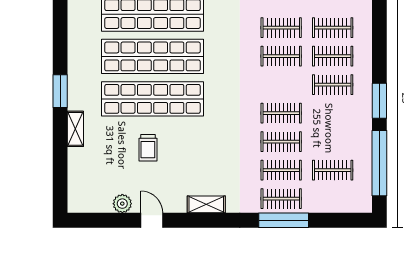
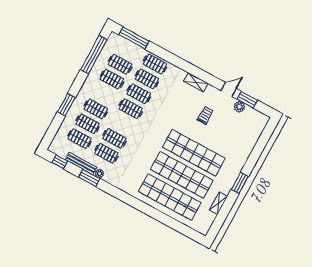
window: (379, 101) -> (66, 105), moved
shelving: (75, 129) -> (218, 203), moved
clothes rail: (333, 142) -> (112, 79), added
trolley: (148, 148) -> (205, 115), moved
window: (116, 220) -> (247, 100), added
door: (152, 220) -> (229, 90), swing flipped
window: (284, 220) -> (134, 38), moved

